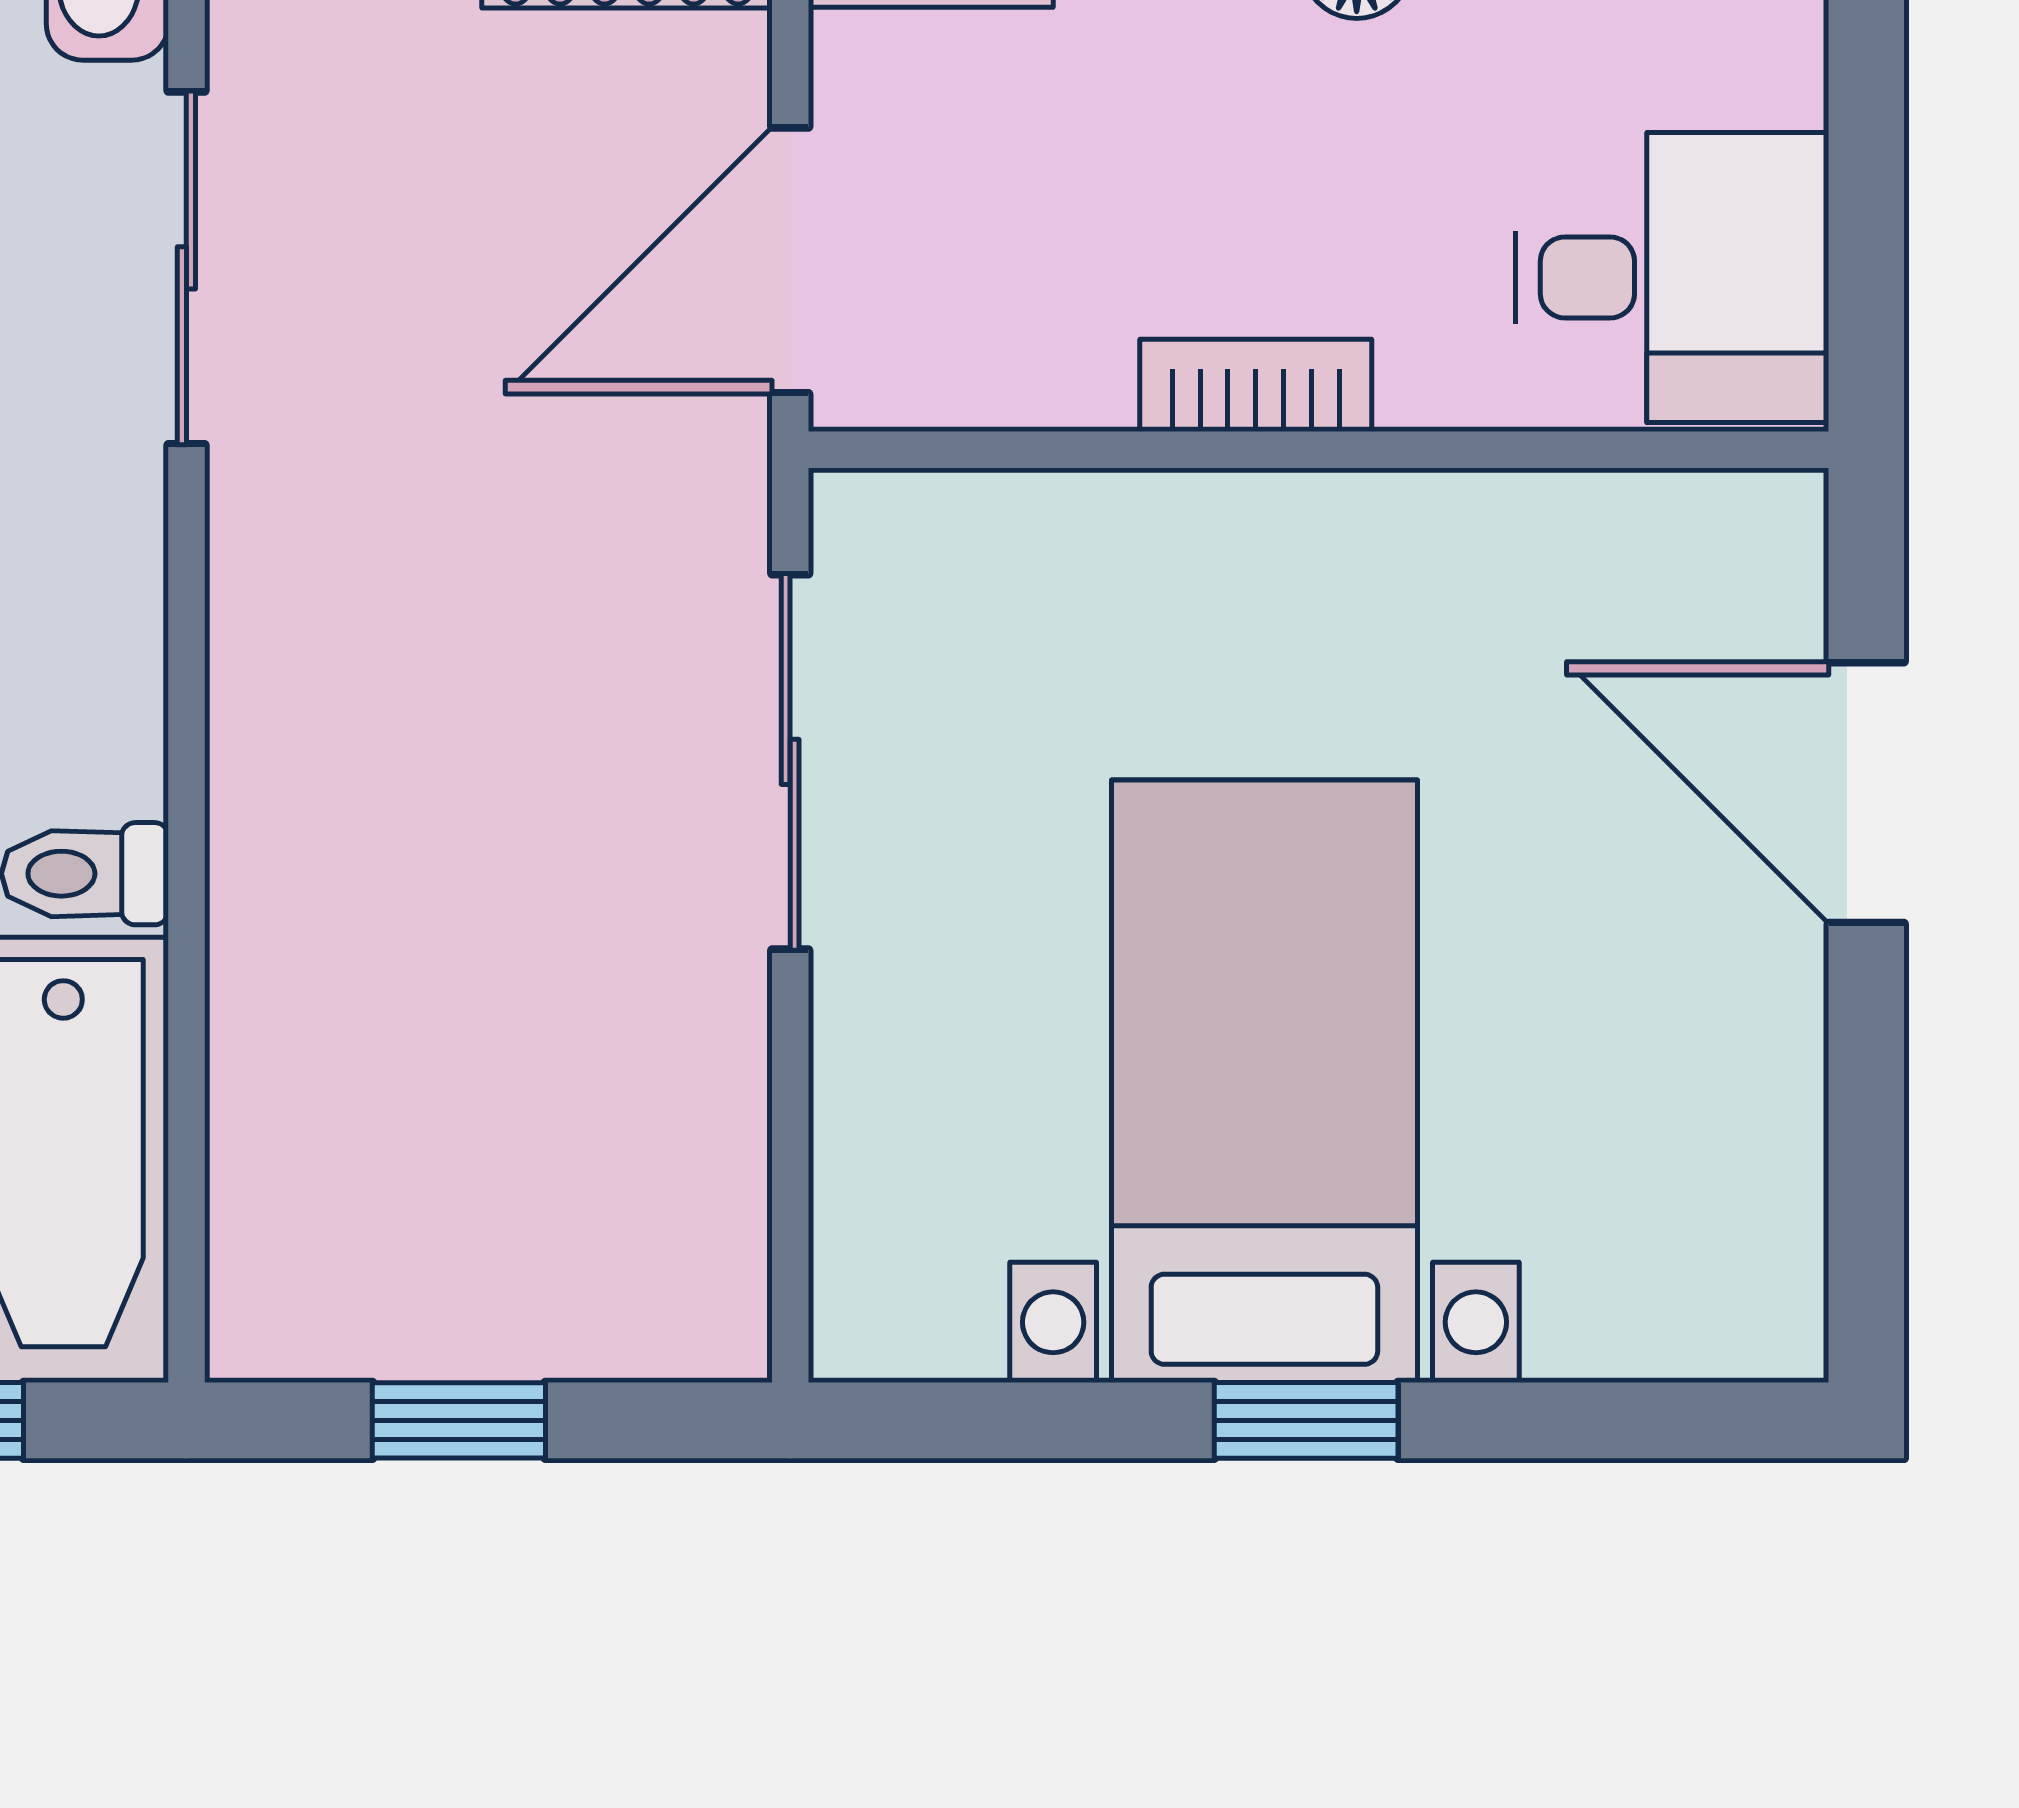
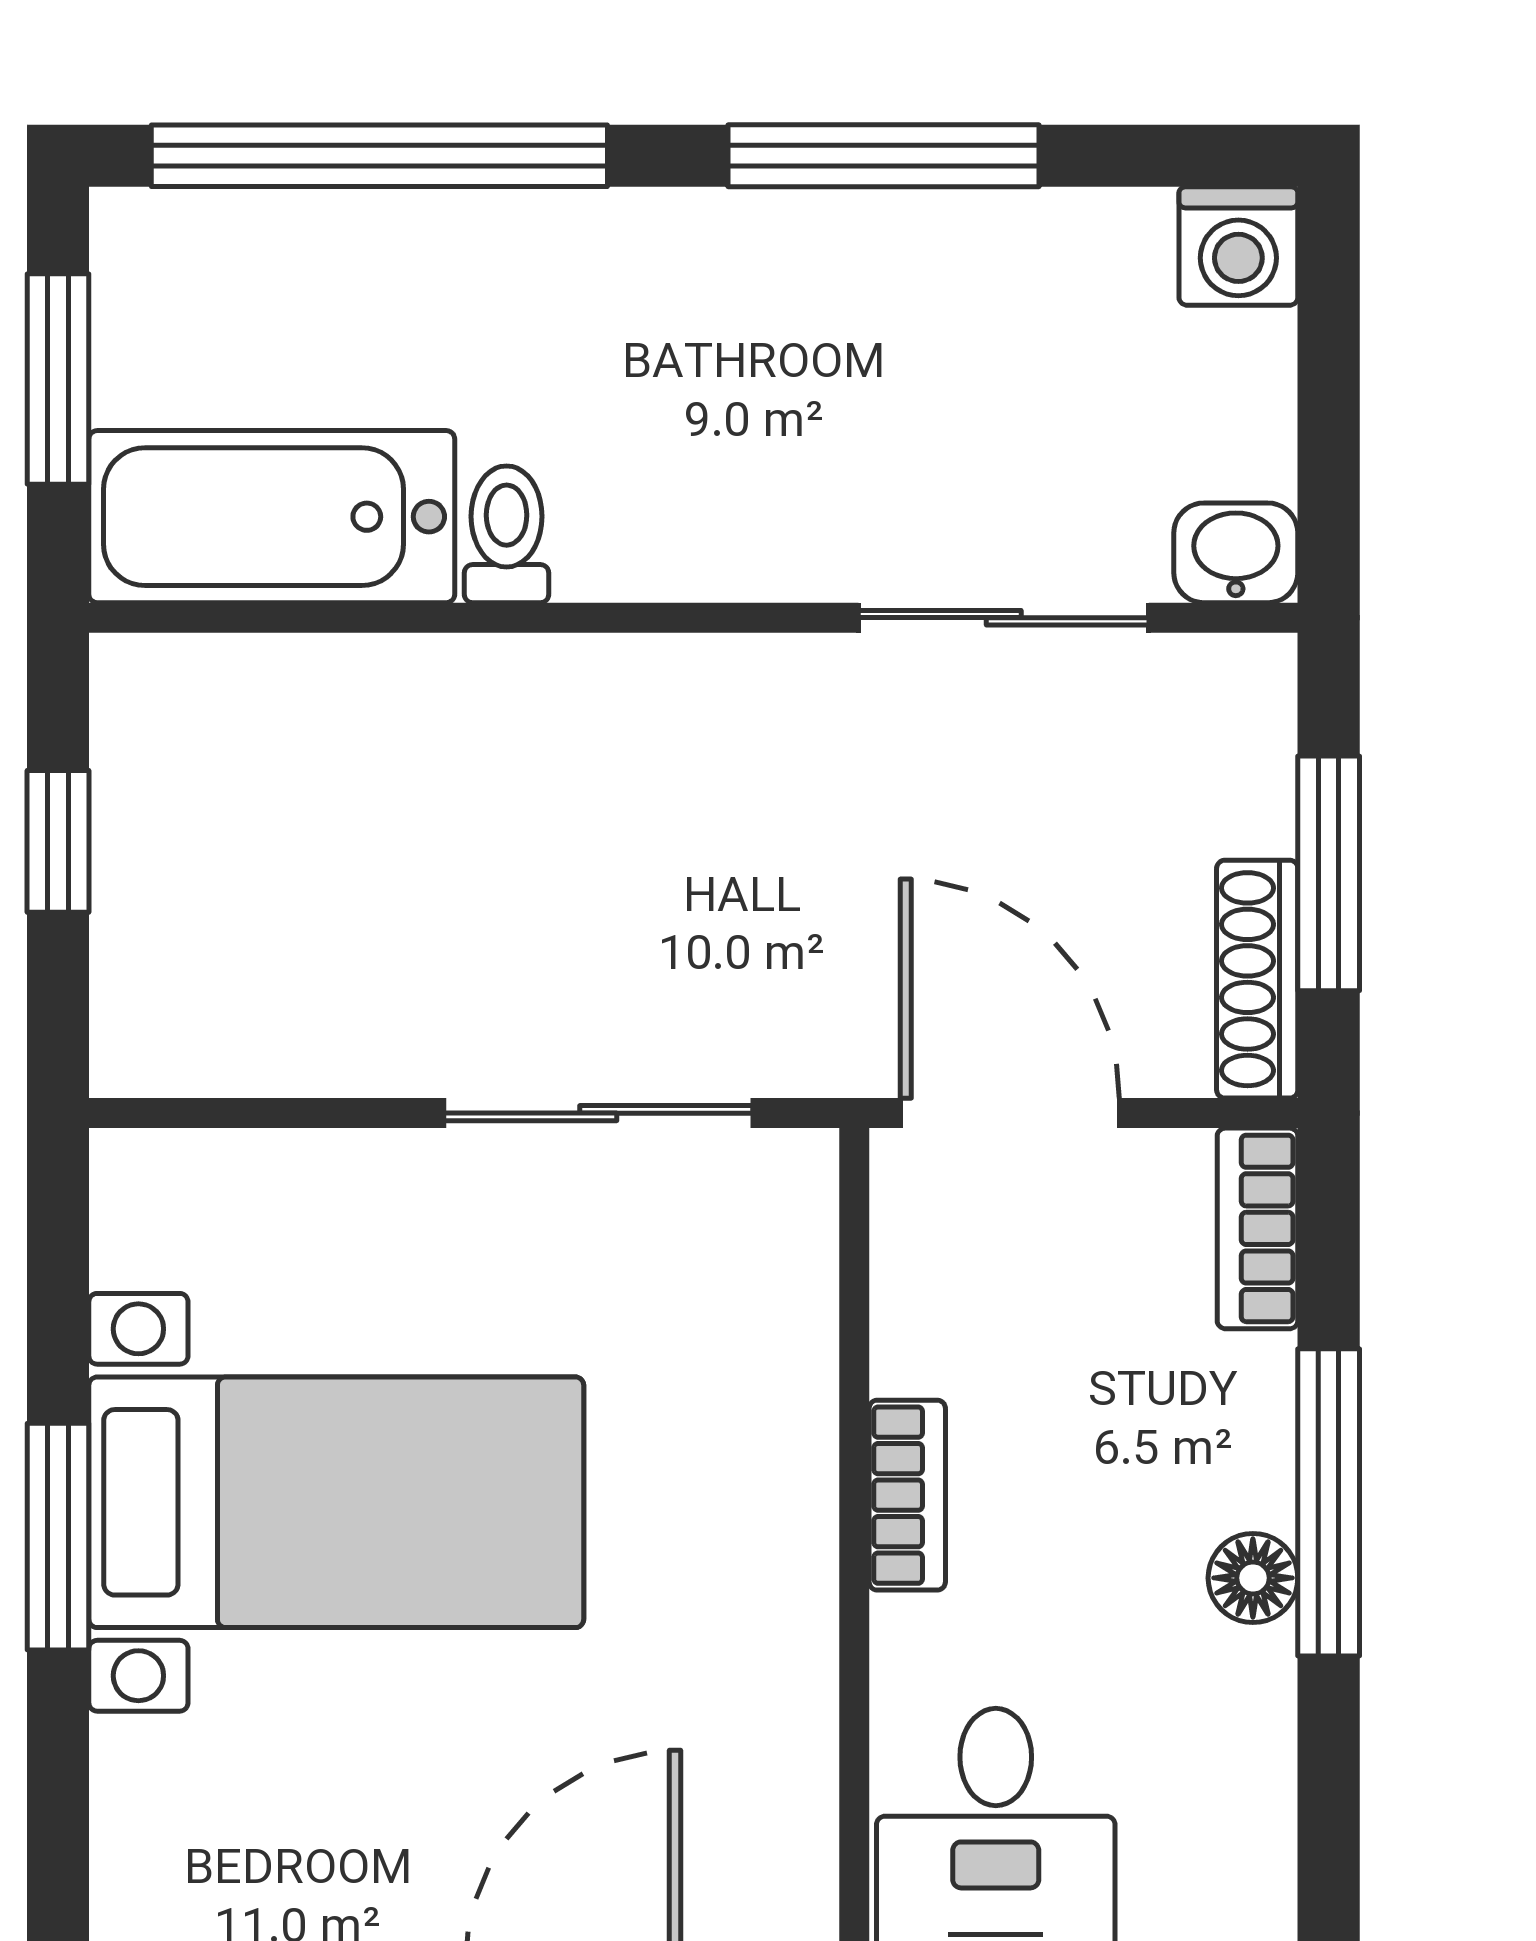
window: (1306, 1420) -> (58, 1537), width x1.50

